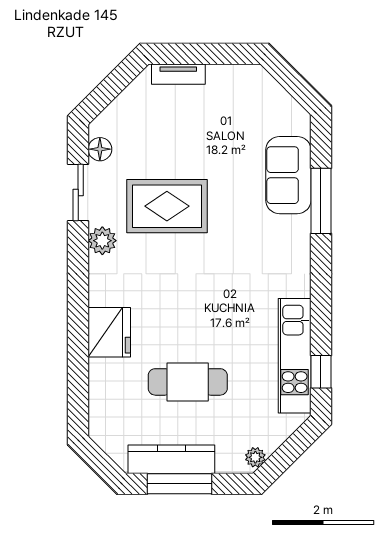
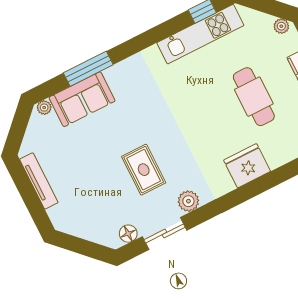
tv unit: (178, 74) -> (39, 181), moved, width x1.41
plant: (301, 125) -> (44, 108), added
rug: (167, 206) -> (144, 170), width x0.73, depth x0.70

